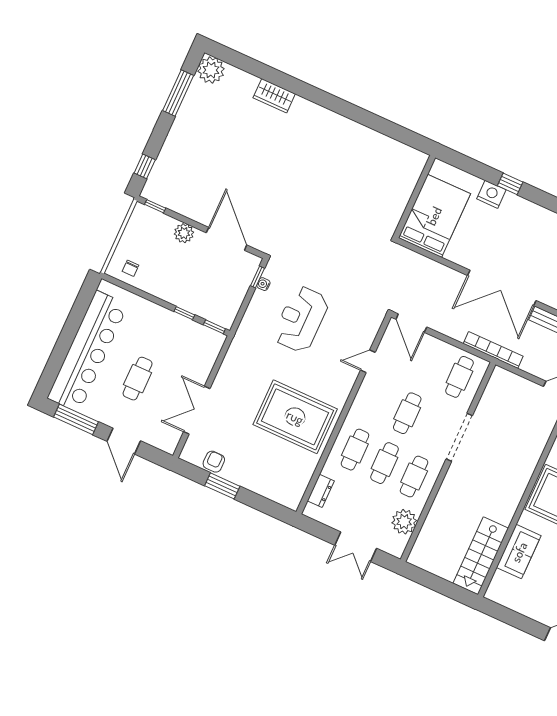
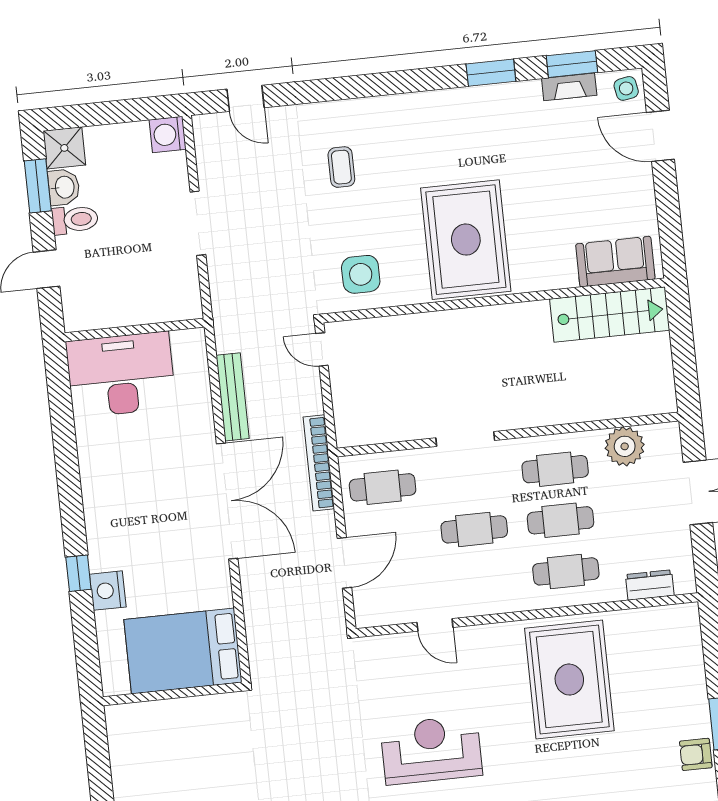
reception desk: (301, 319) -> (431, 750), turned 180
door: (411, 323) -> (344, 563), moved
doorway: (459, 437) -> (465, 439), width x0.73
sofa: (519, 552) -> (615, 262), moved

